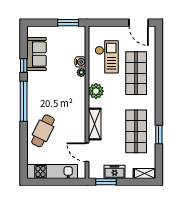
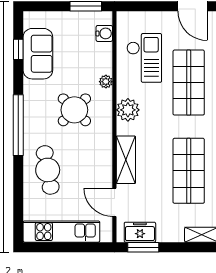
water cooler: (80, 62) -> (104, 33), moved
window: (24, 65) -> (18, 49), moved
round table: (61, 91) -> (74, 110), added
cafe table: (43, 131) -> (48, 170), turned -36
freezer: (115, 172) -> (140, 232), moved

